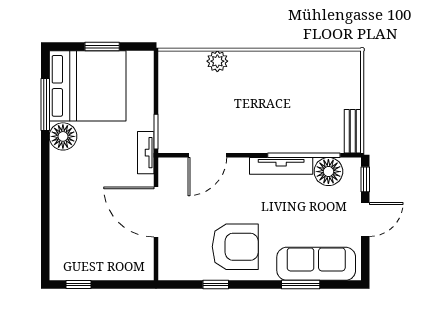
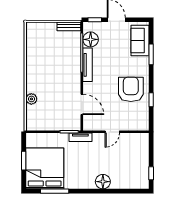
floor lamp: (63, 136) -> (103, 182), moved
door: (156, 212) -> (112, 132), width x0.53
sofa: (316, 264) -> (140, 40), width x0.73

